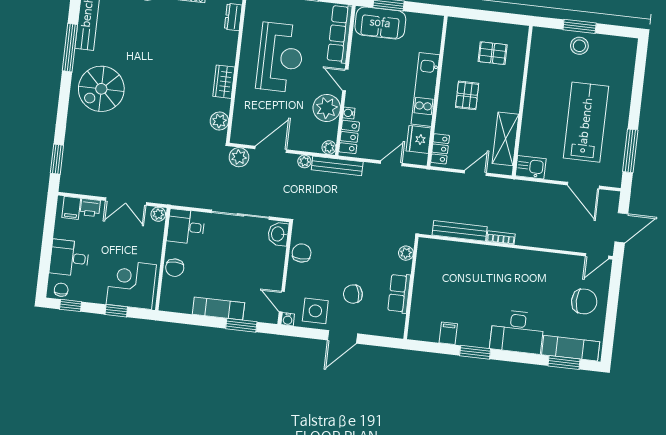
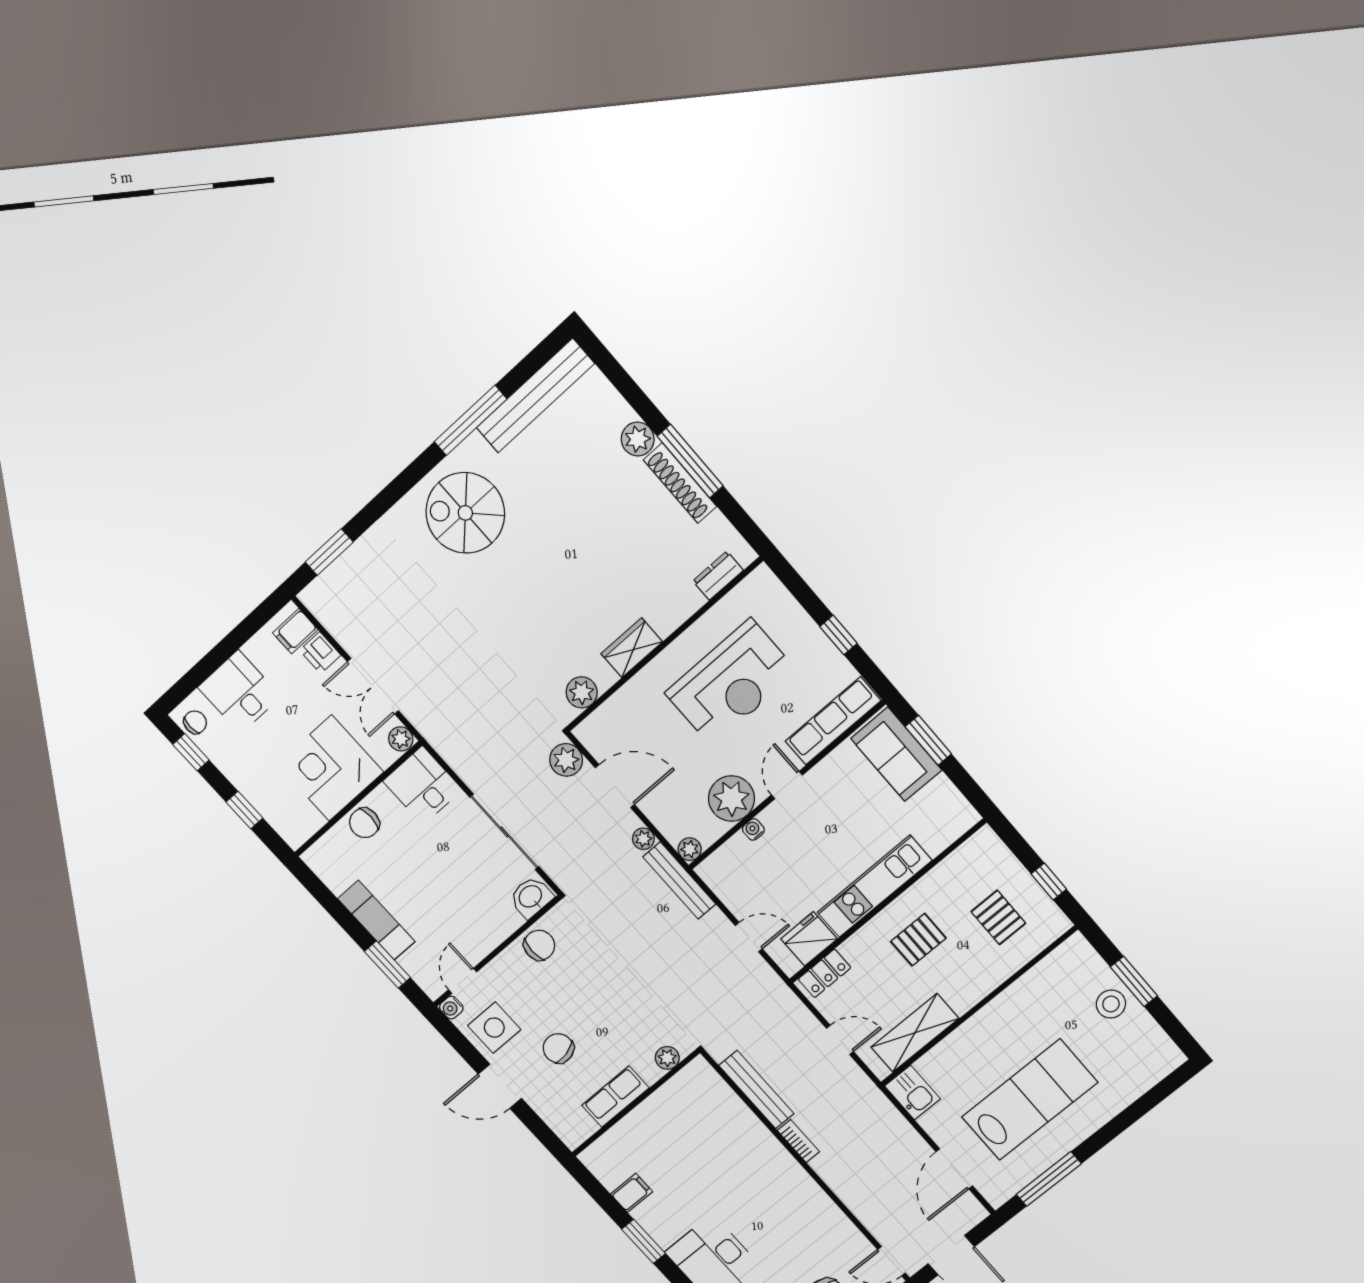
window: (499, 17) -> (1049, 881), added
locker: (349, 137) -> (726, 859), removed
corner desk: (131, 284) -> (330, 768), moved, turned -90

